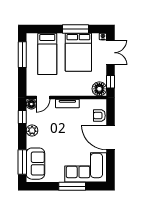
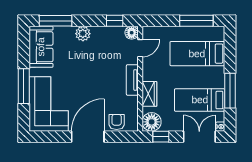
bed: (78, 52) -> (200, 100), width x0.67
double door: (111, 53) -> (199, 137), swing flipped
wardrobe: (78, 90) -> (149, 94), added
door: (43, 98) -> (140, 48), swing flipped
plant: (32, 130) -> (83, 34), moved
sofa: (35, 164) -> (41, 47), moved, turned -90

